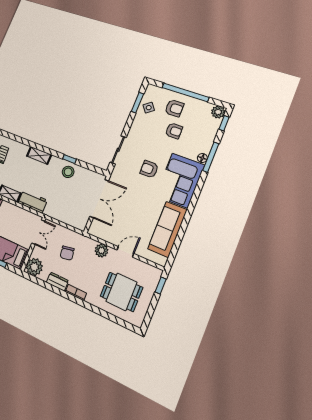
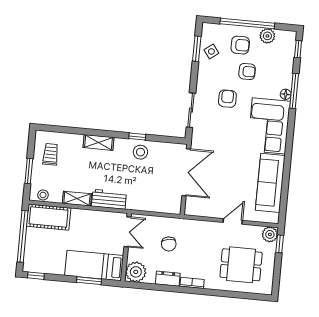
plant: (218, 112) -> (267, 36), moved
armchair: (149, 169) -> (227, 99), moved, turned 90
plant: (101, 250) -> (270, 234), moved

